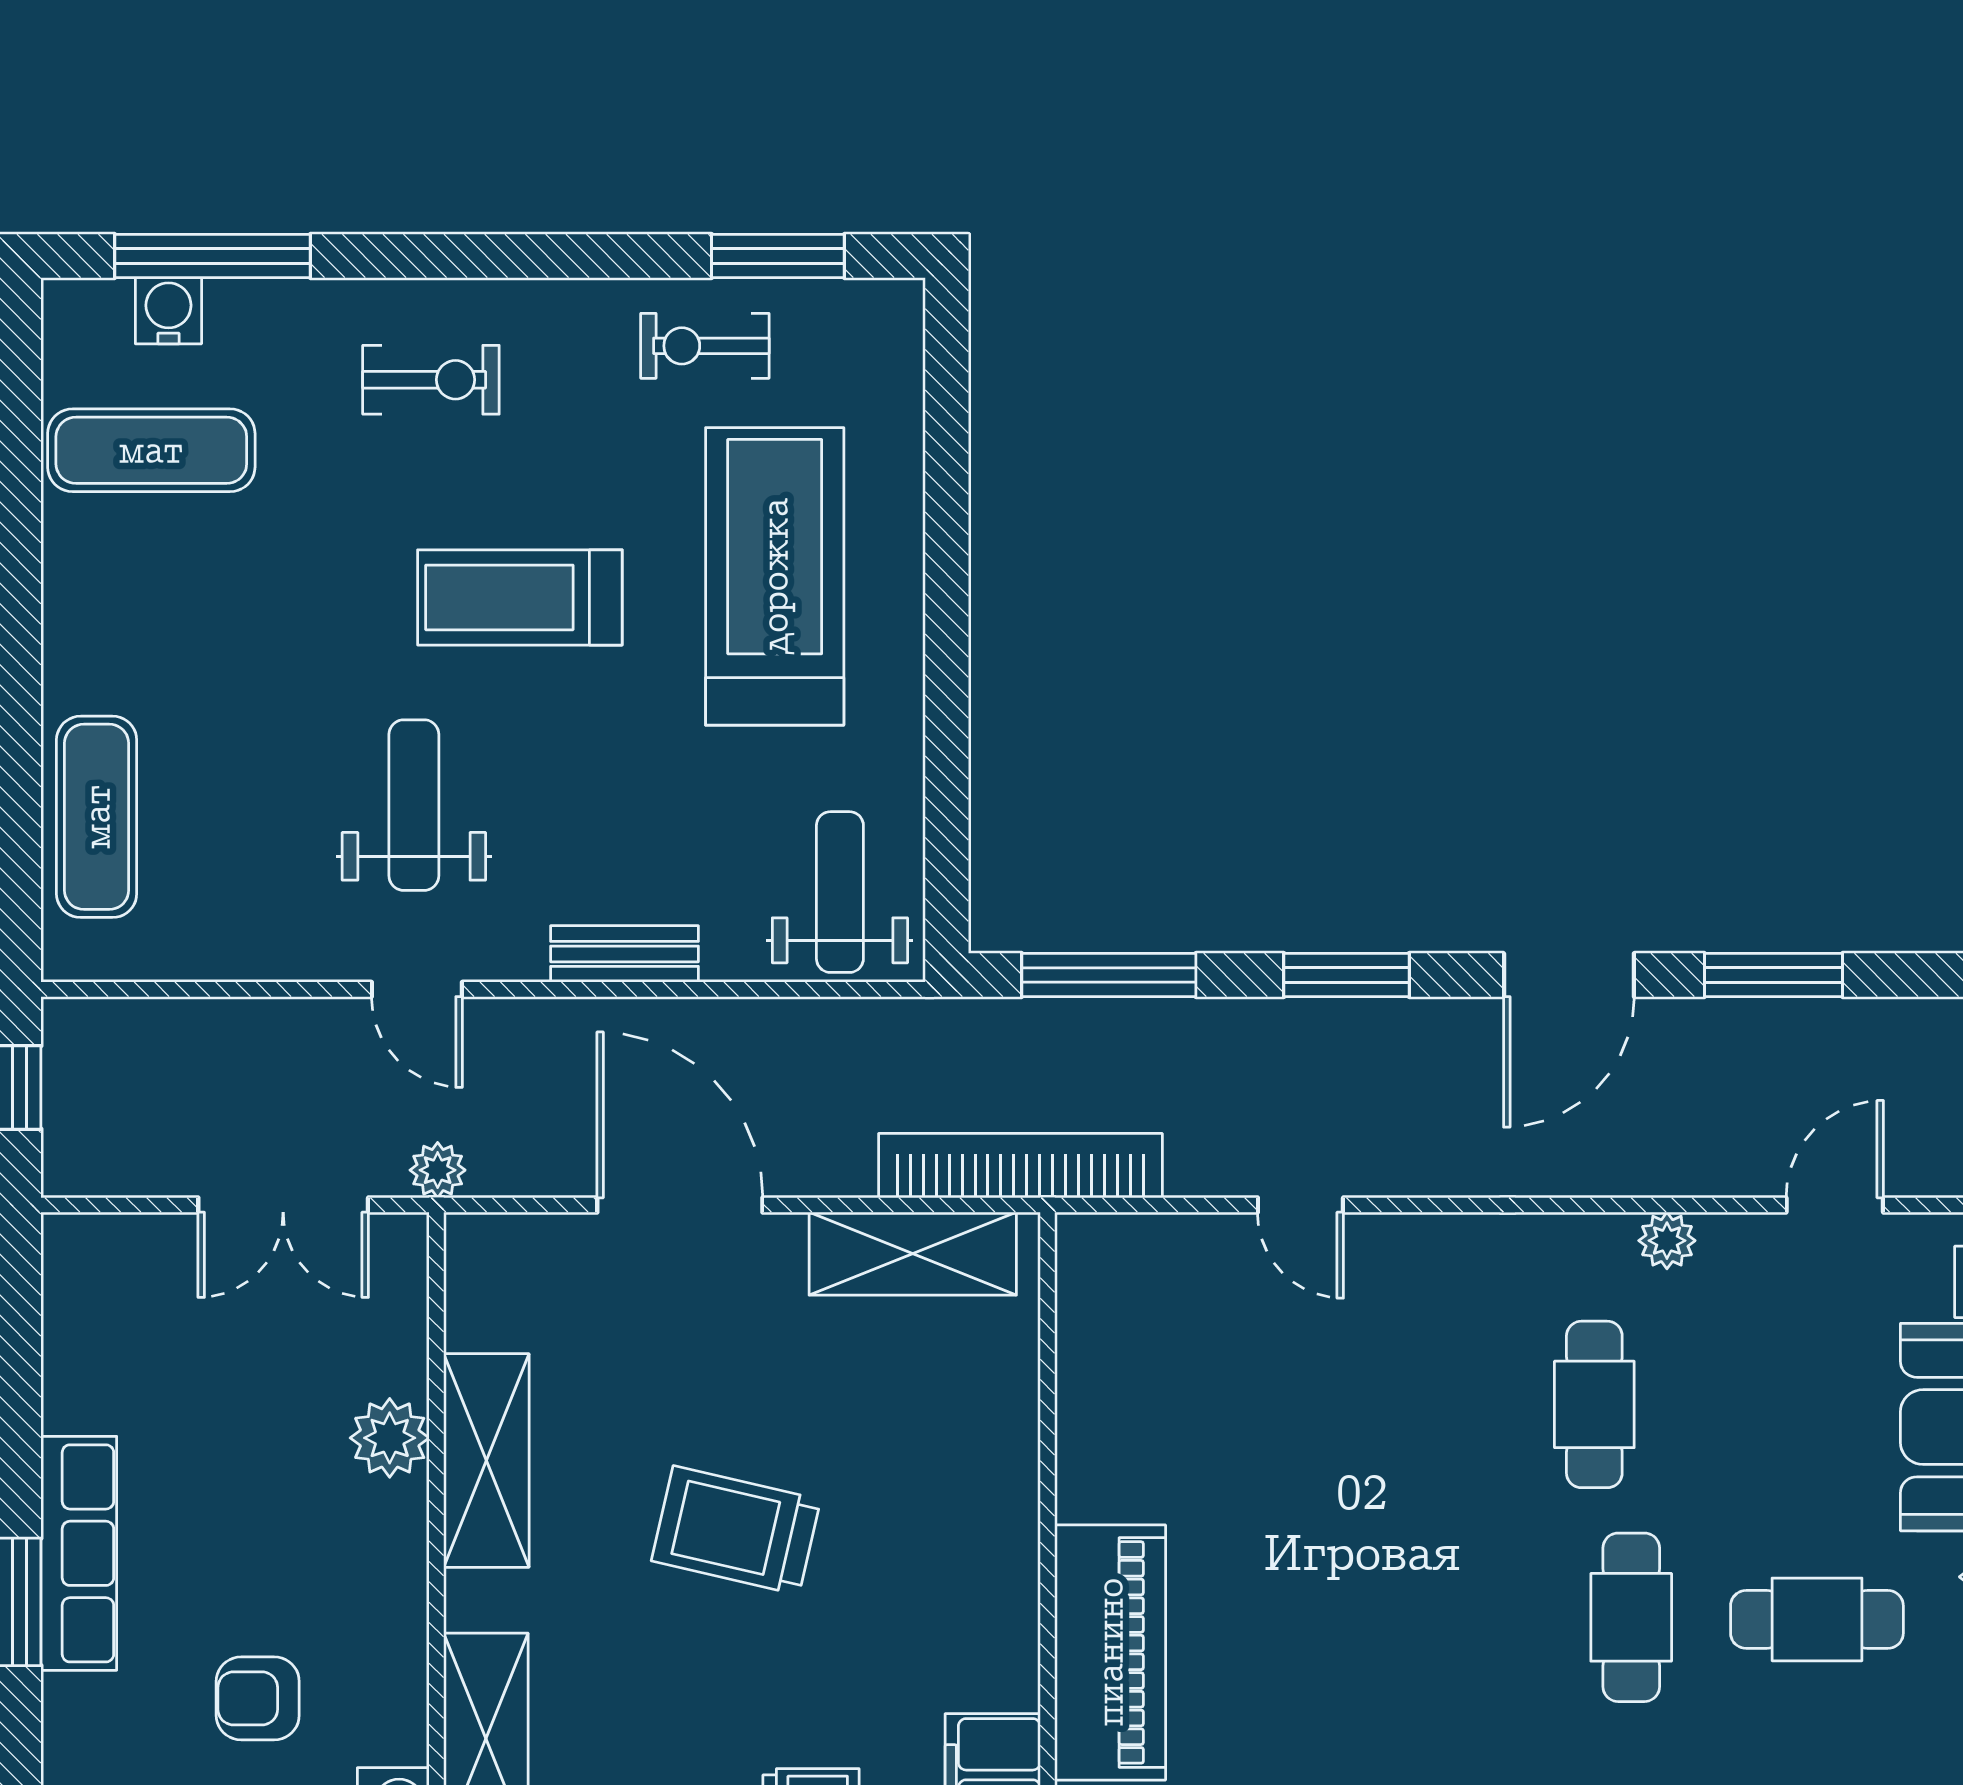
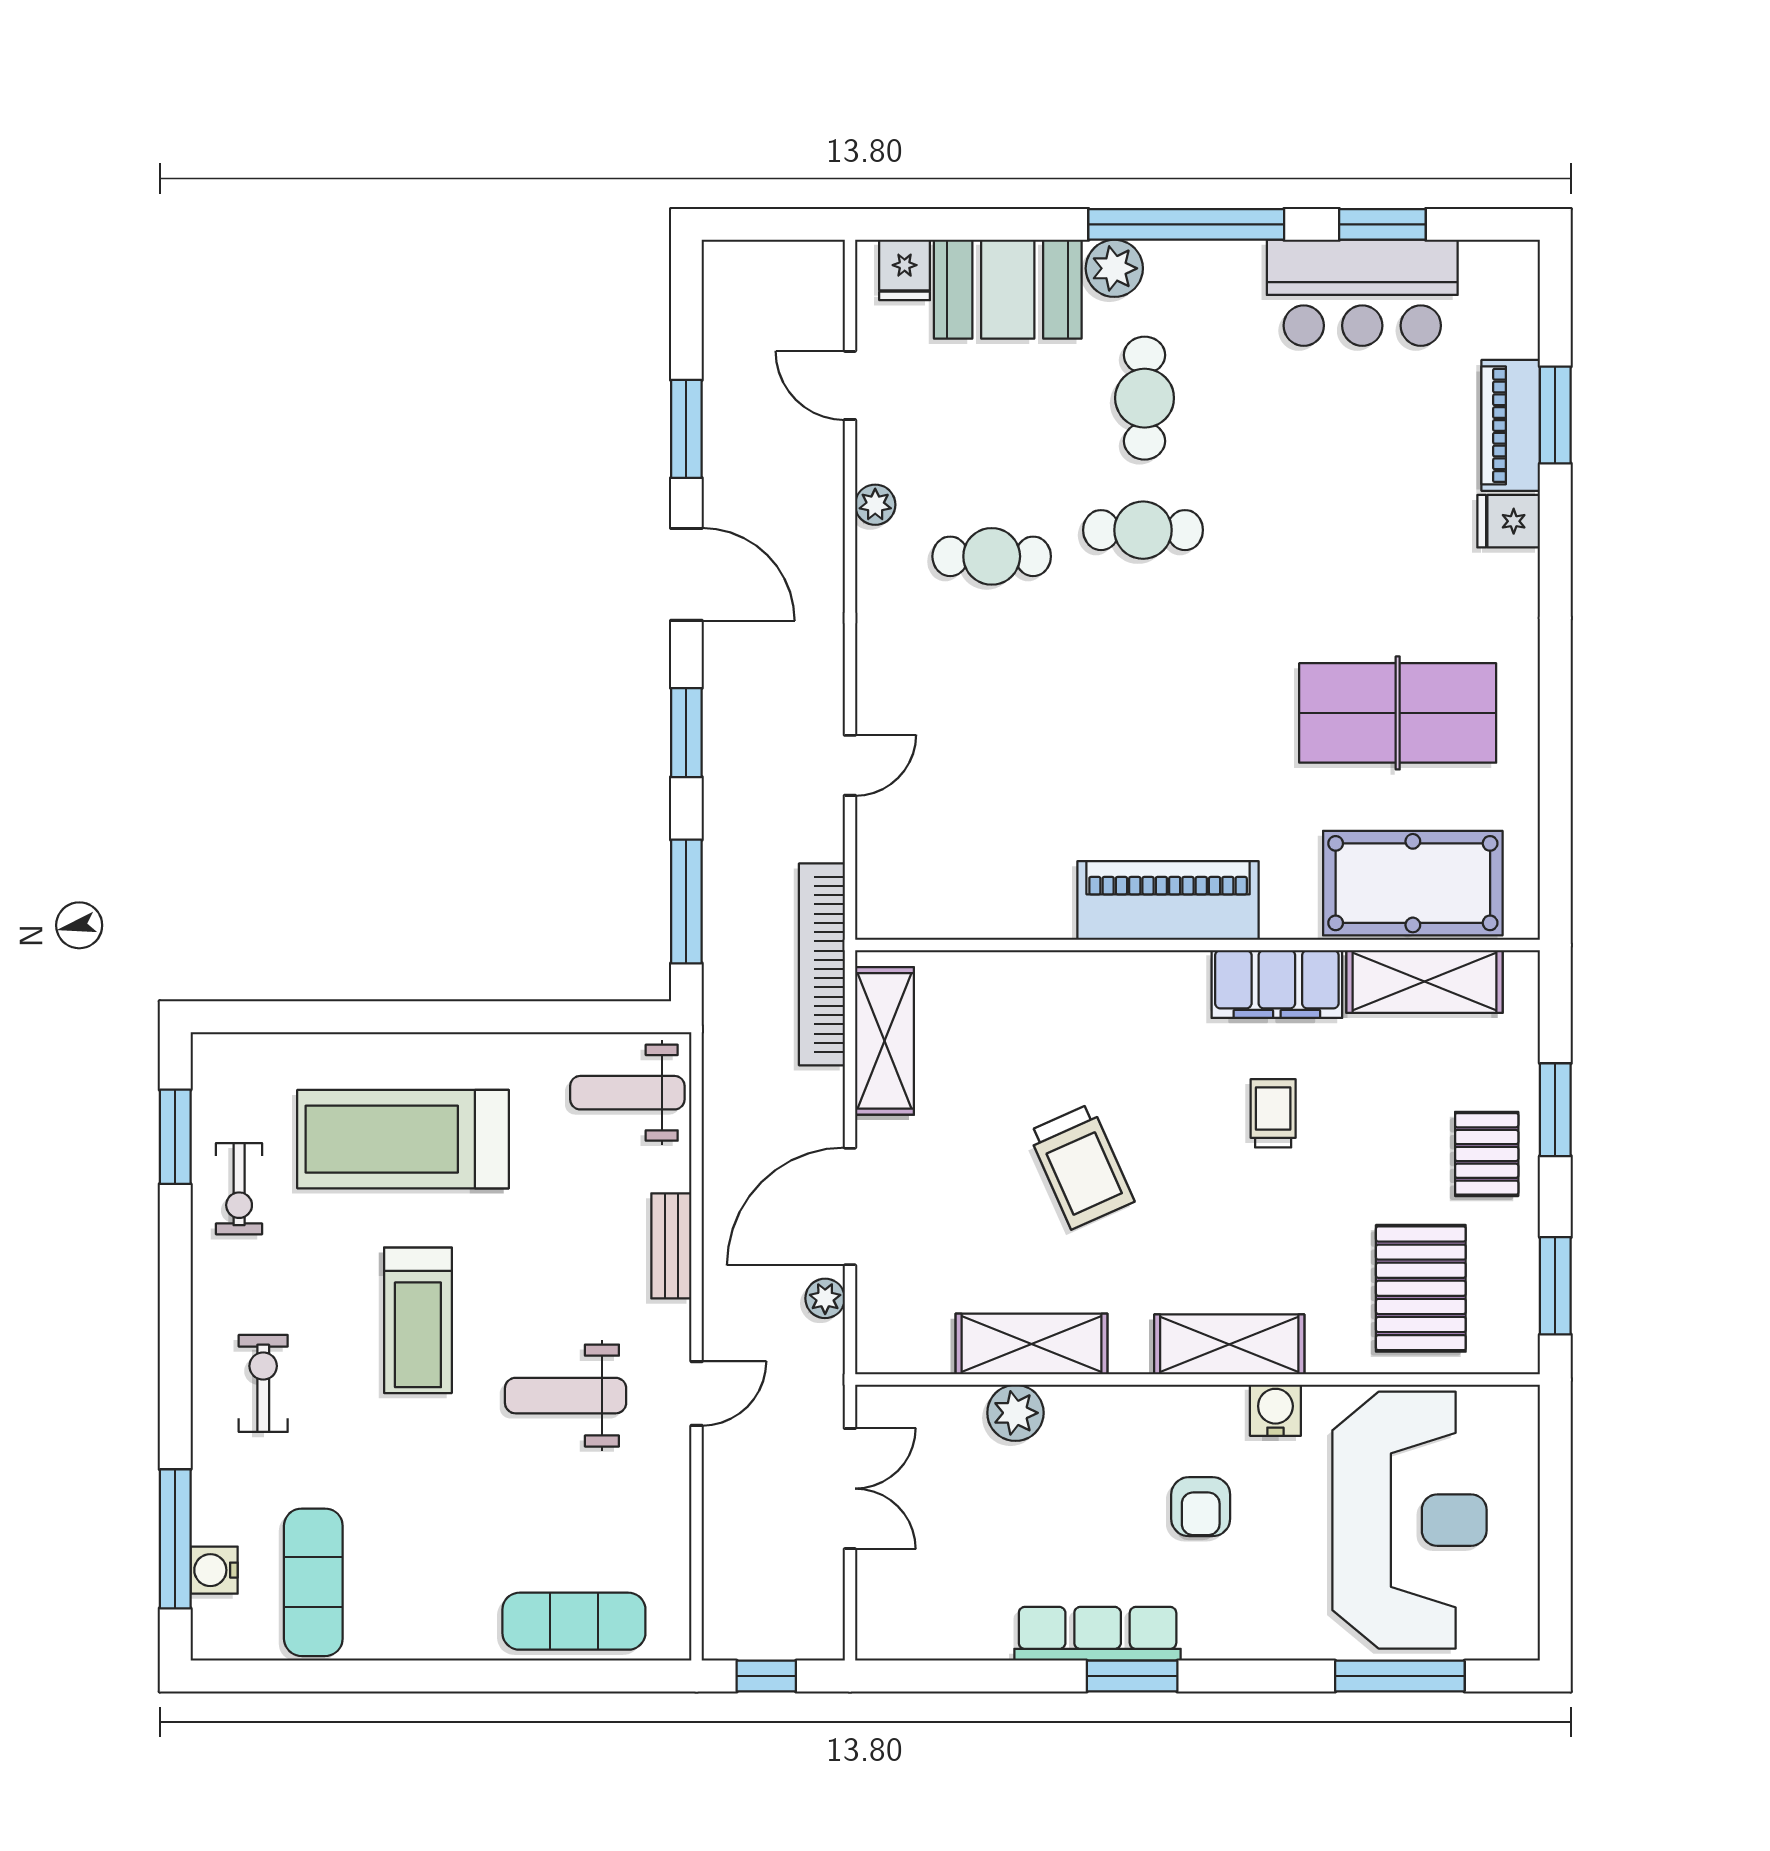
plant: (438, 1170) -> (825, 1298), moved
trolley: (736, 1530) -> (1081, 1167), turned -37

